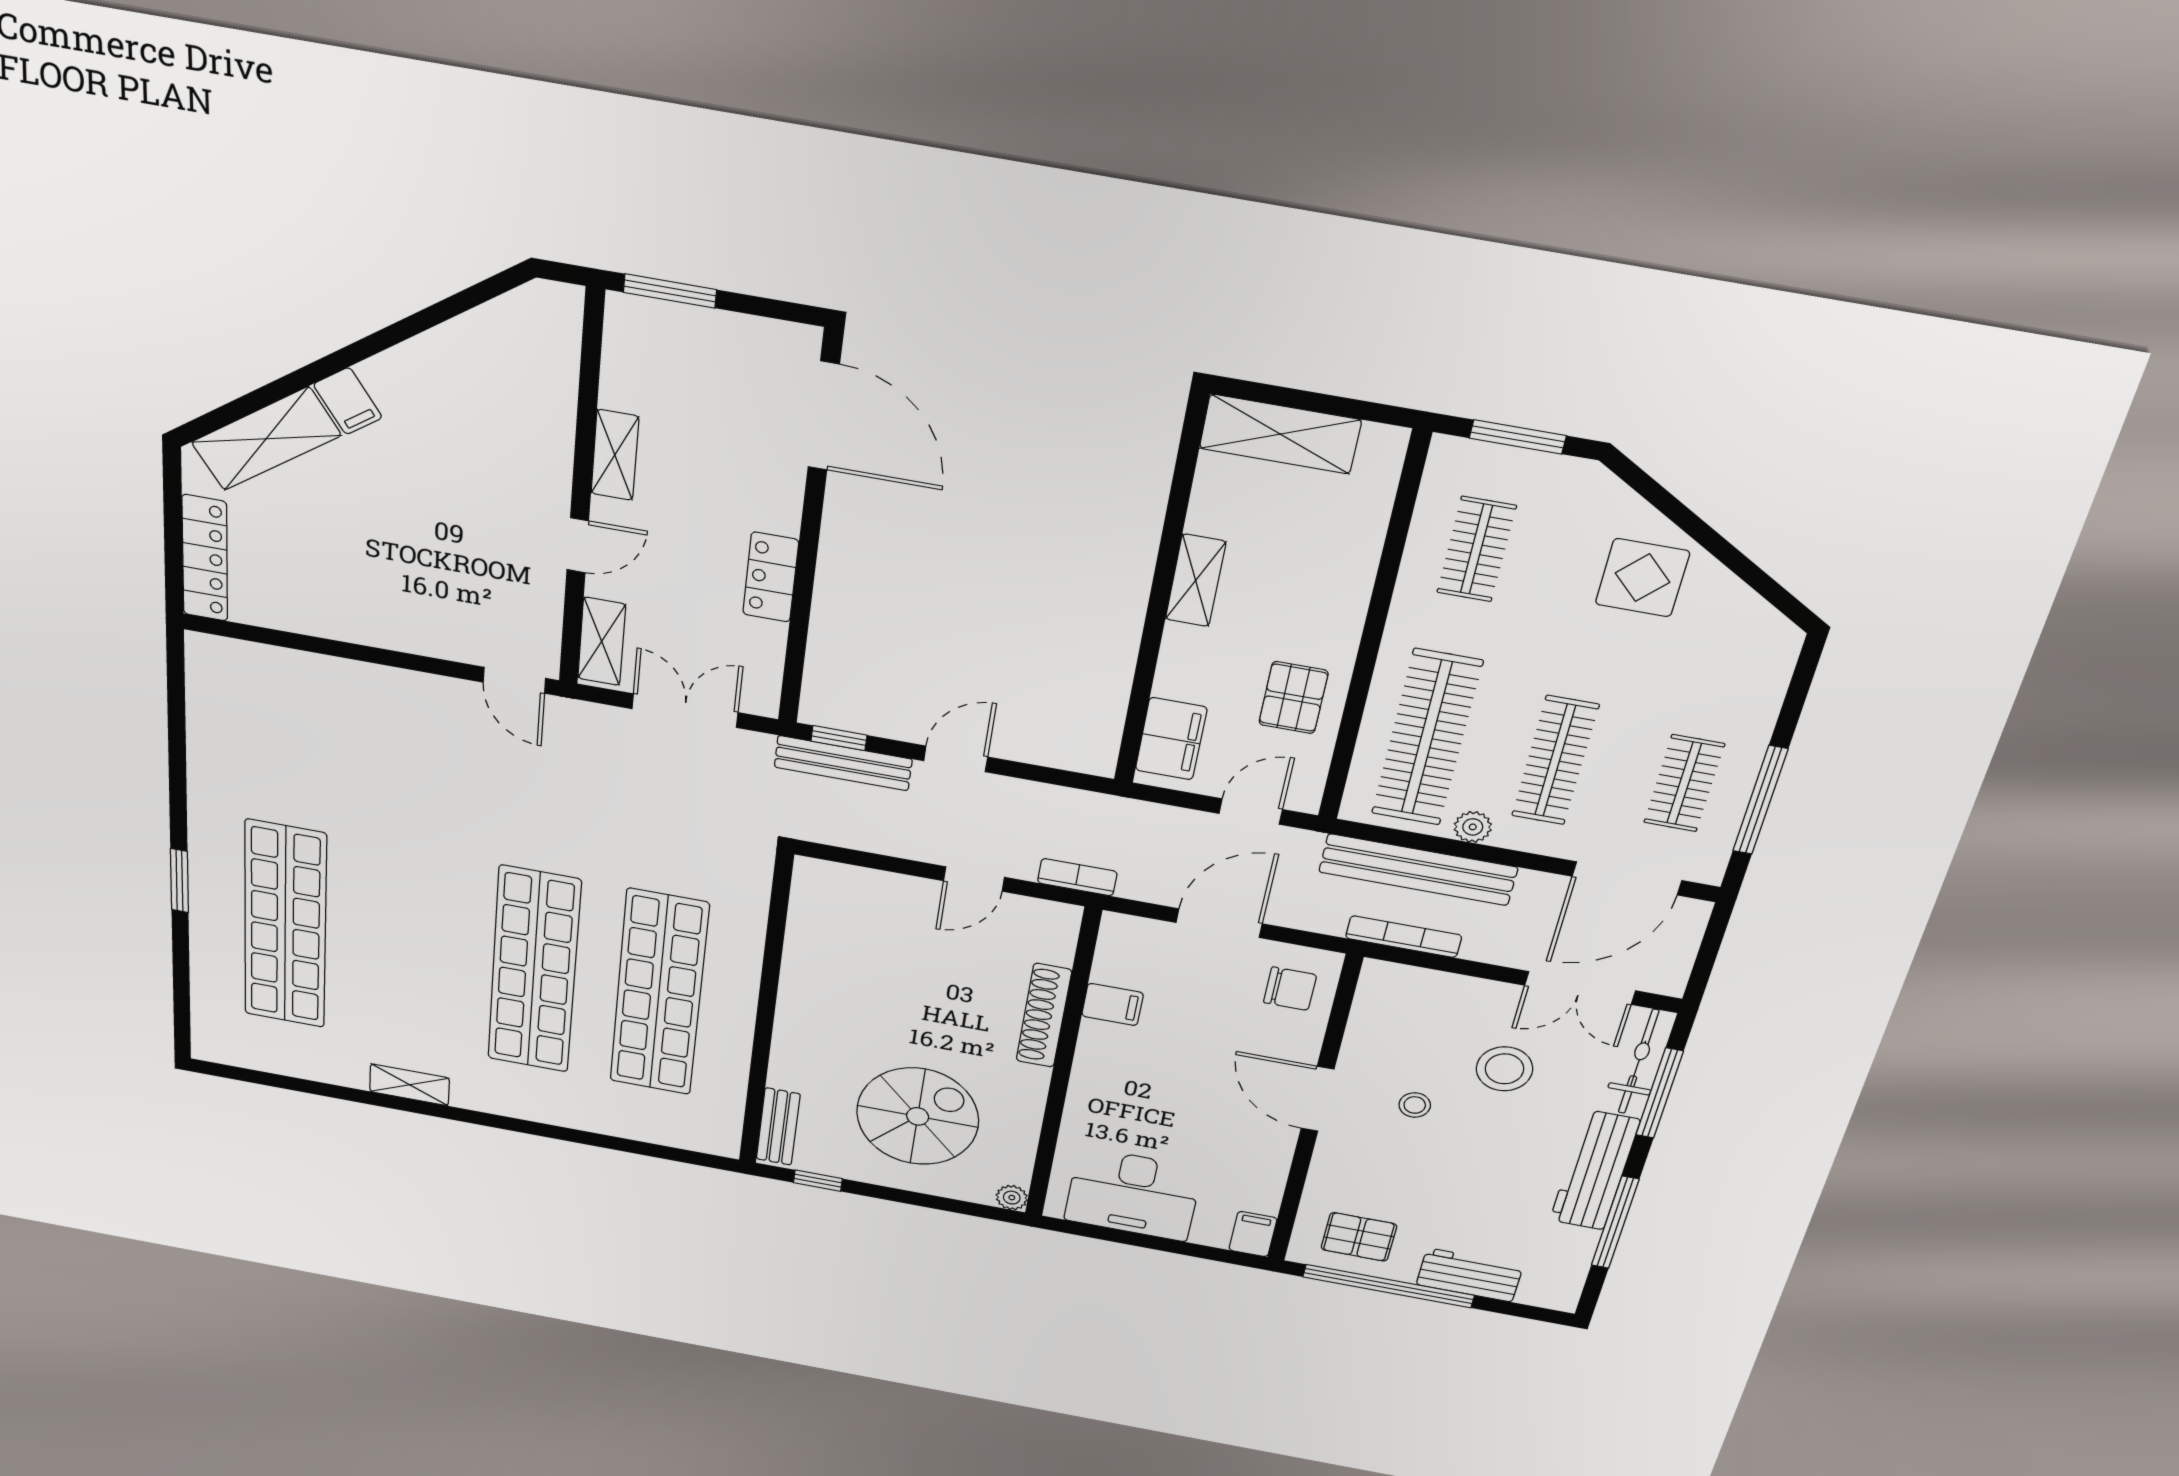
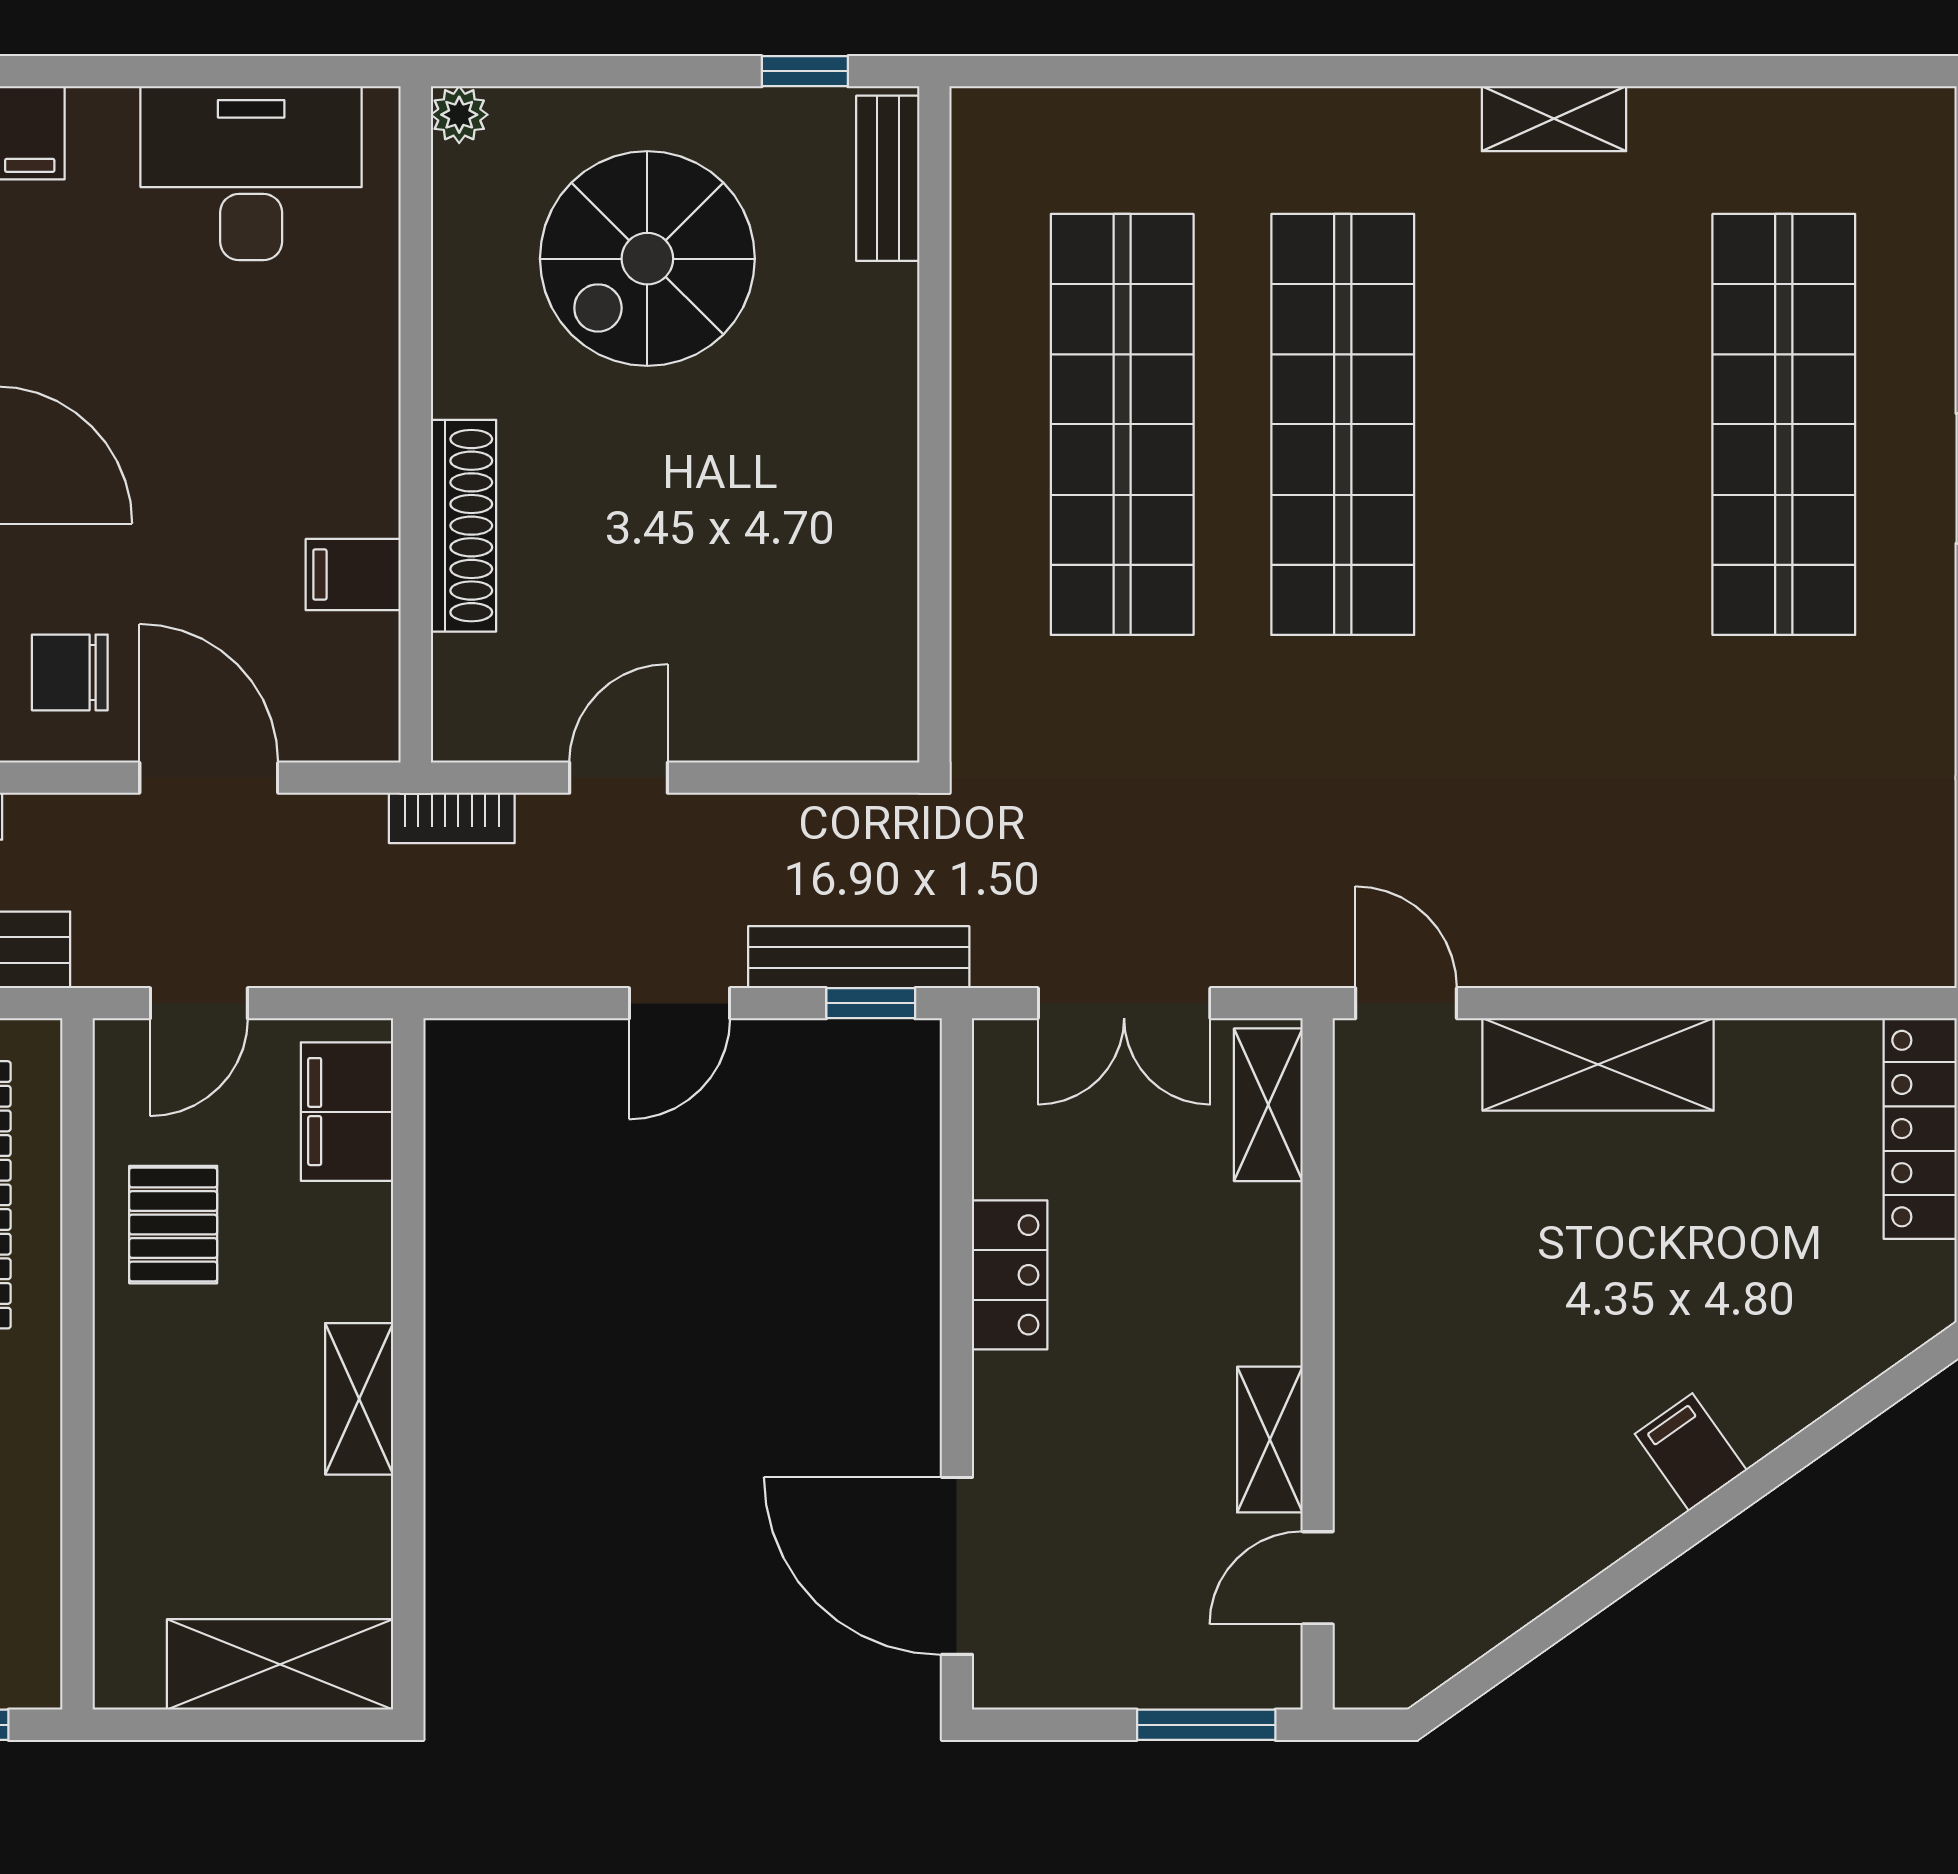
shelving: (266, 439) -> (1598, 1064), moved, turned 35
door: (578, 545) -> (1318, 1578), moved
door: (1219, 923) -> (209, 778), swing flipped

